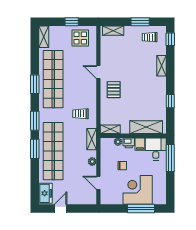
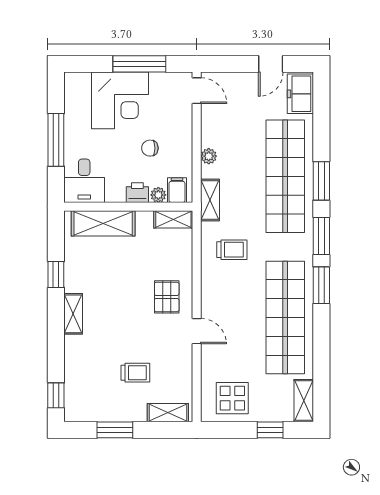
window: (72, 22) -> (270, 430), moved
trolley: (150, 37) -> (135, 373), moved
shelving: (161, 66) -> (73, 314), moved
window: (35, 84) -> (321, 285), moved
filing cabinet: (140, 144) -> (177, 190), moved
window: (170, 158) -> (56, 140), moved
door: (98, 183) -> (197, 91), moved
window: (141, 209) -> (139, 64), moved

